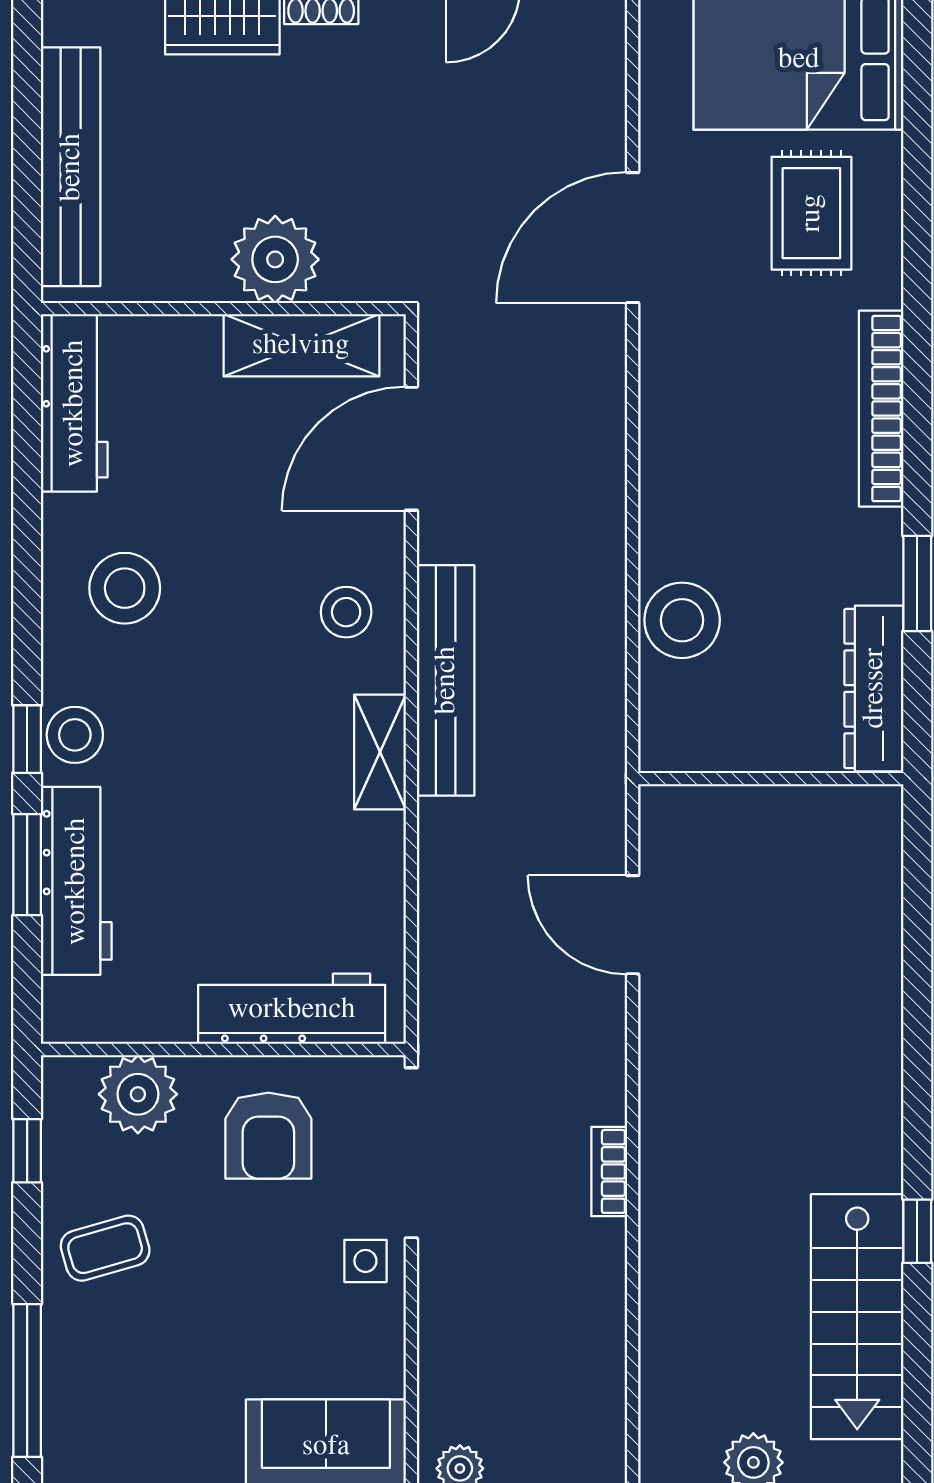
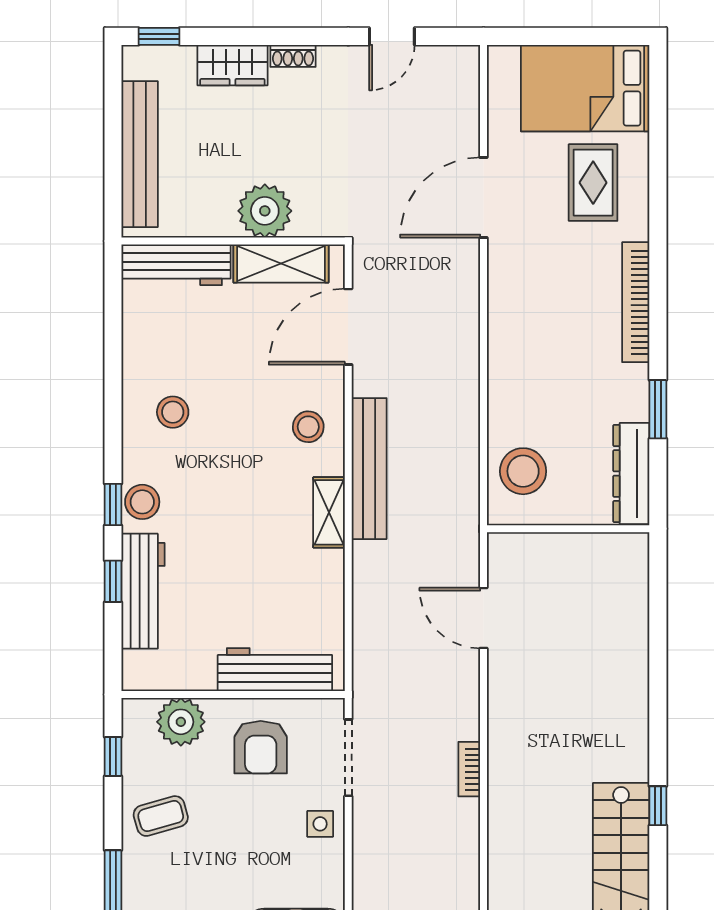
workbench: (74, 403) -> (176, 265), moved, turned 90
stool: (125, 588) -> (173, 412), width x0.73, depth x0.73
stool: (682, 620) -> (523, 471), moved
window: (27, 865) -> (113, 581), width x0.67
doorway: (411, 1153) -> (348, 758), width x0.73

